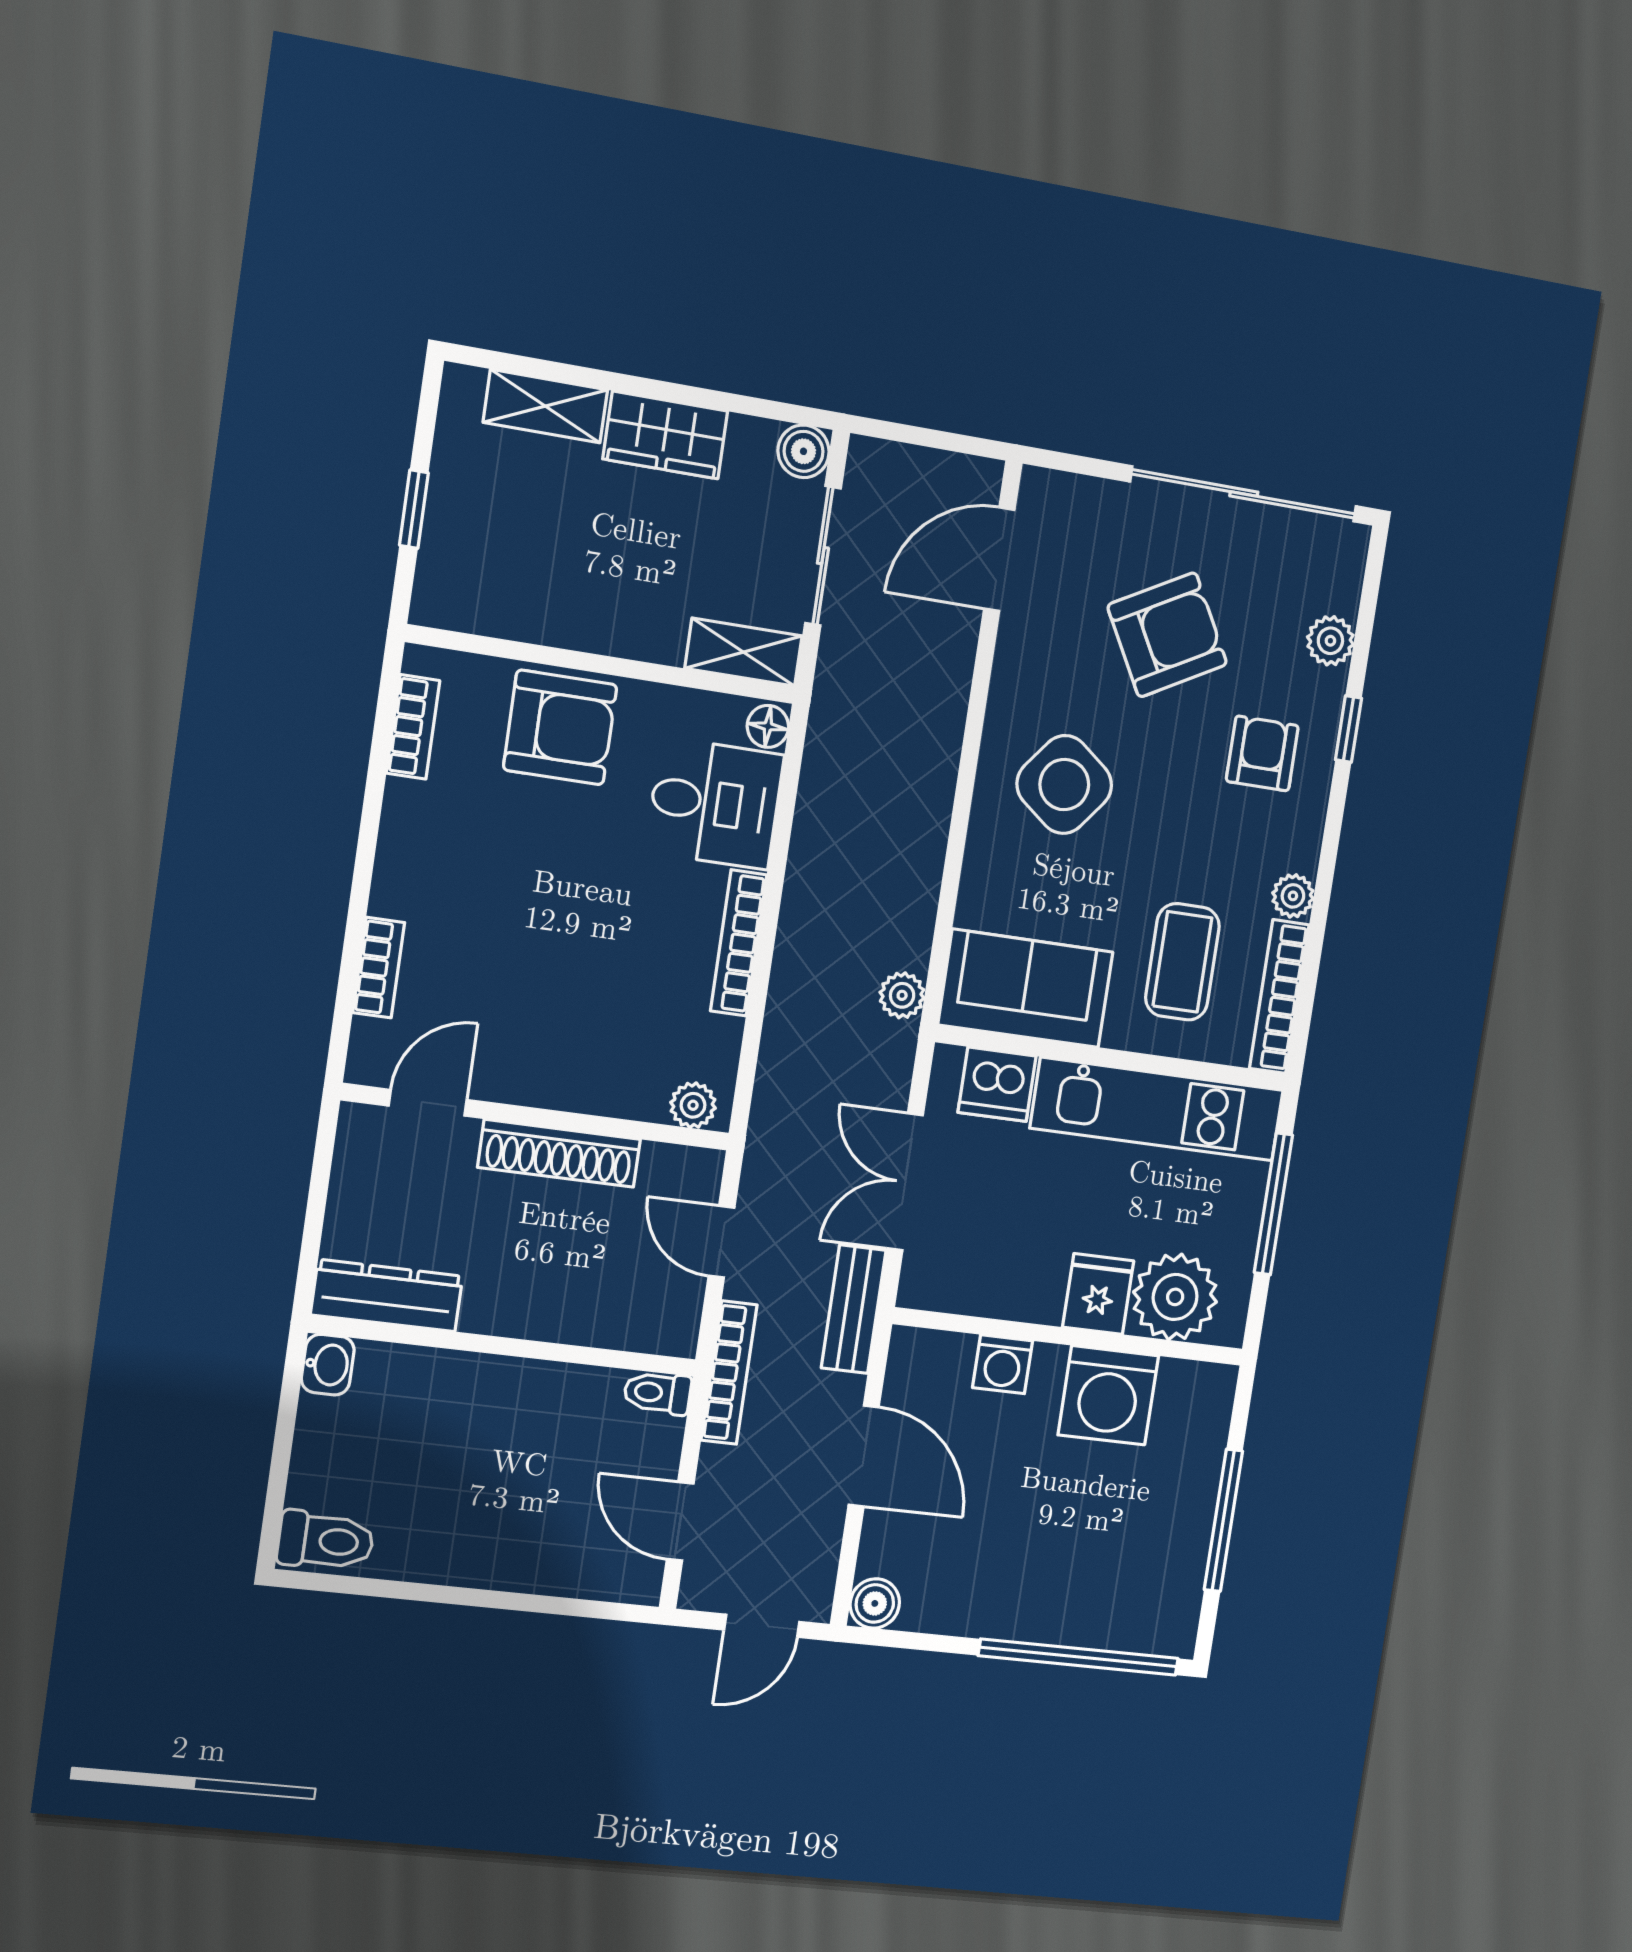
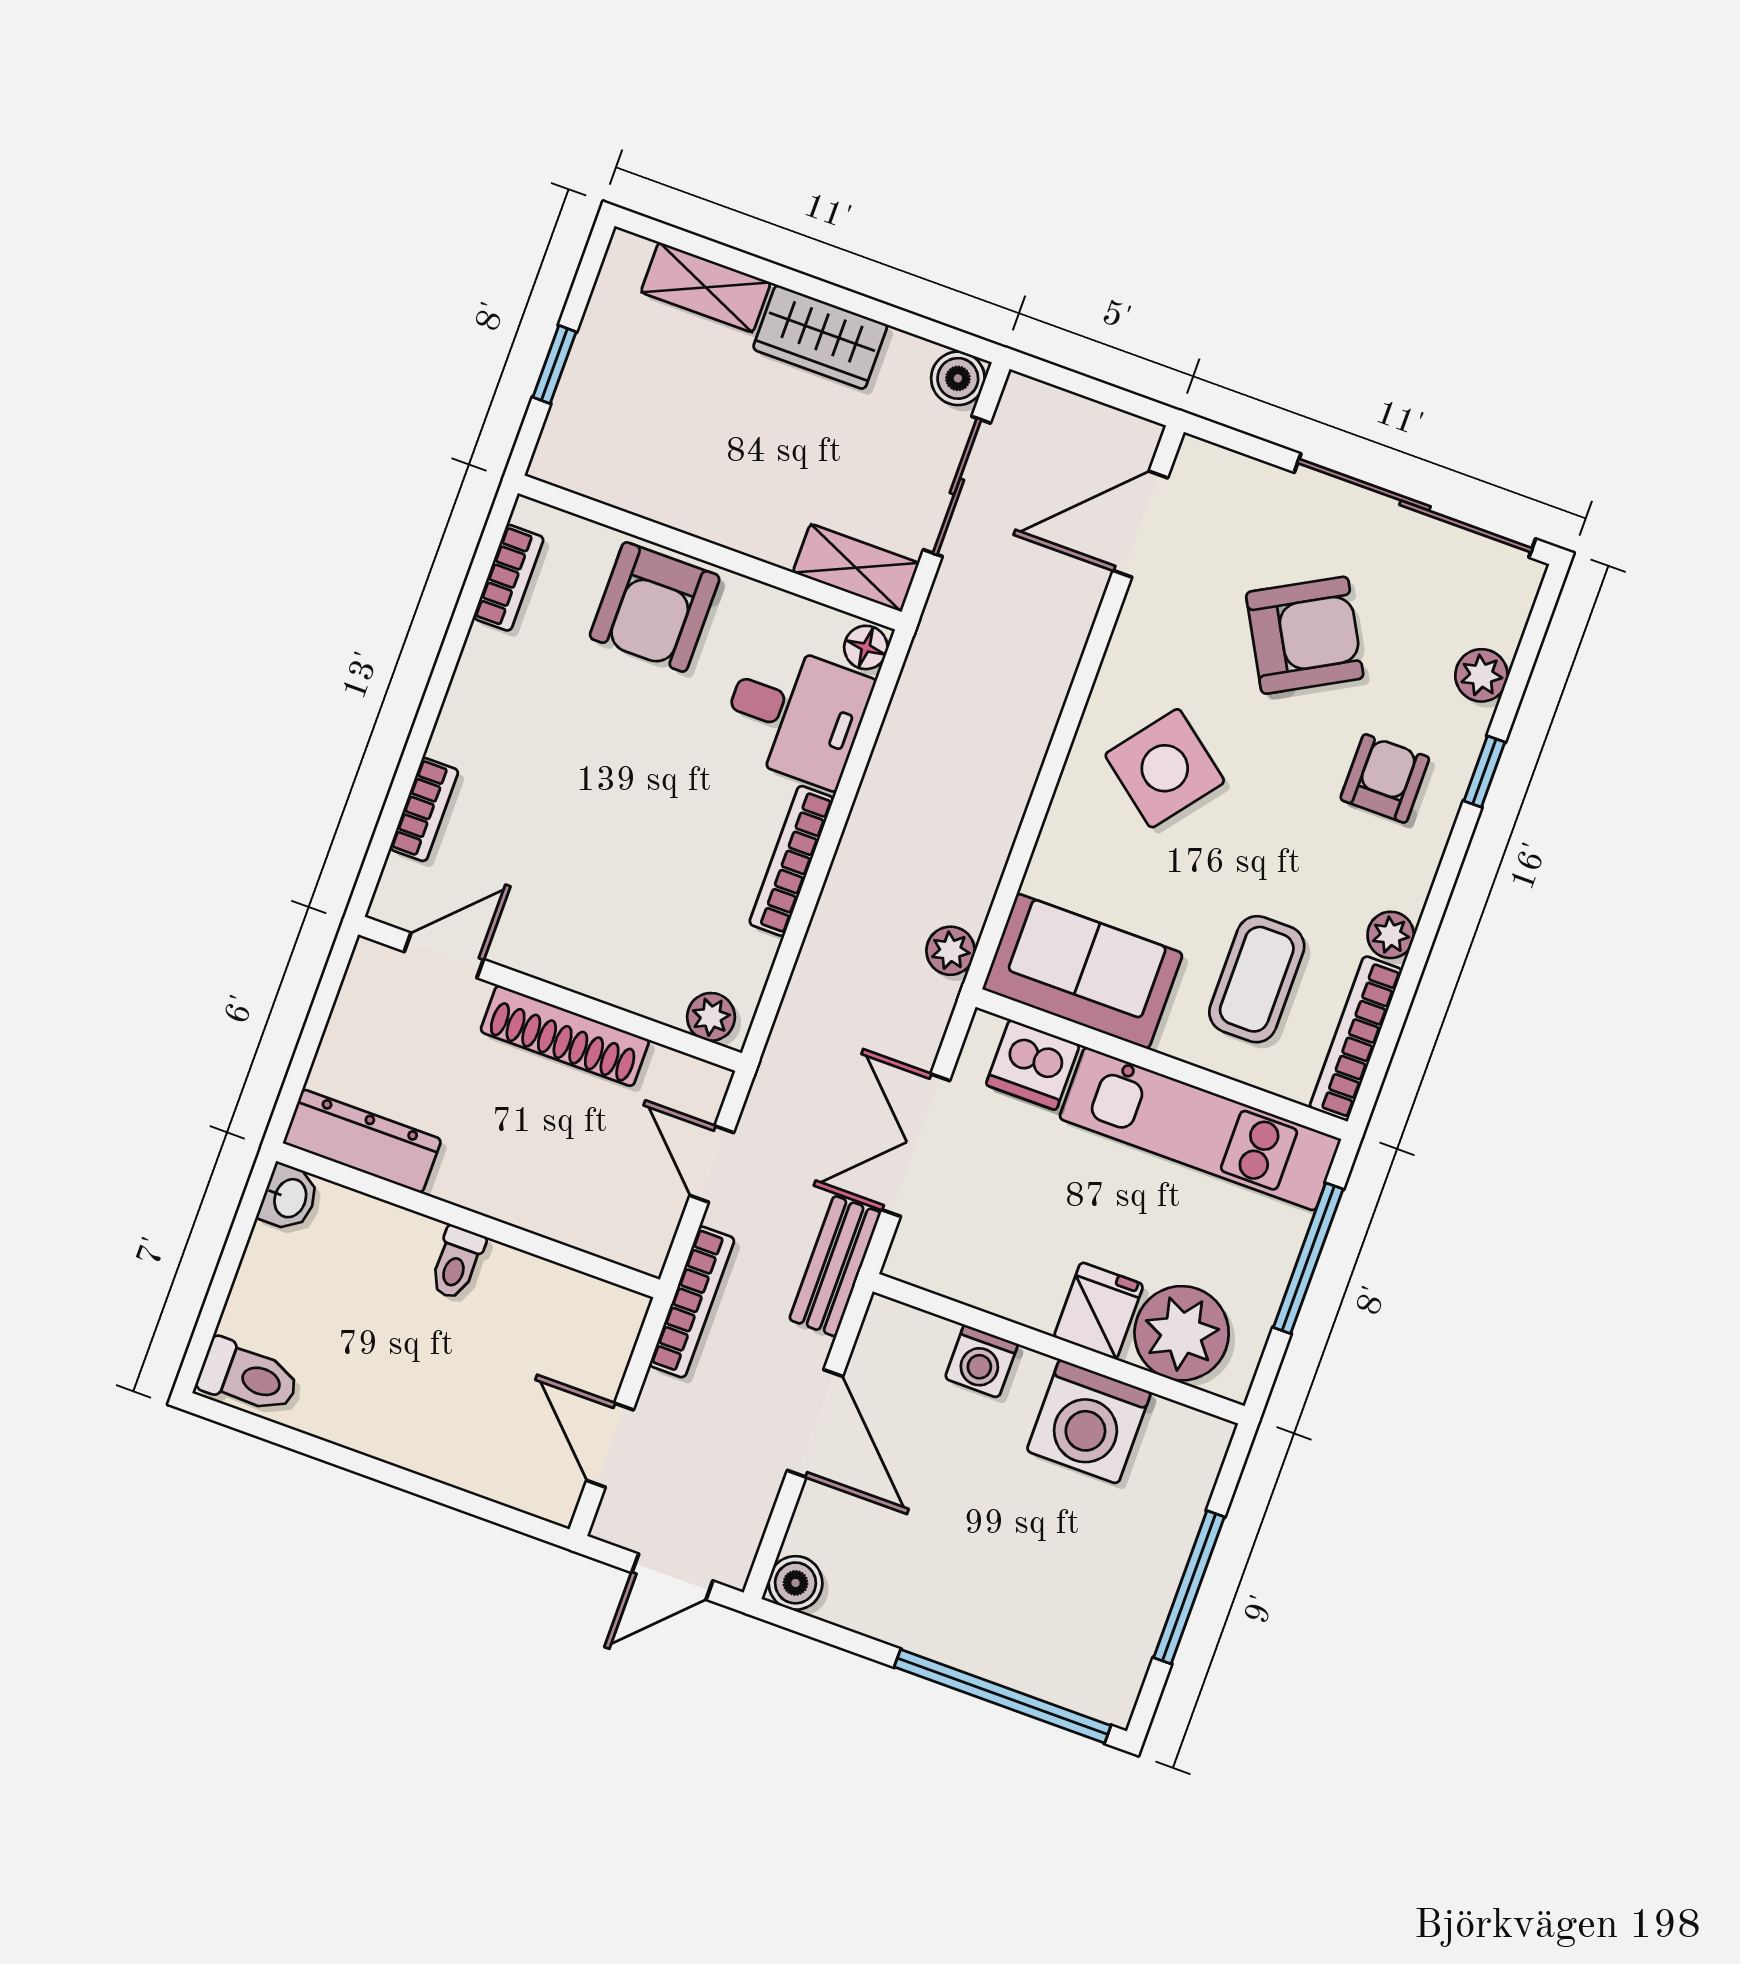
armchair: (560, 727) -> (655, 607), turned 90
toilet: (658, 1393) -> (457, 1263), moved, turned -90

